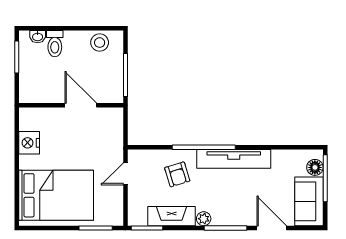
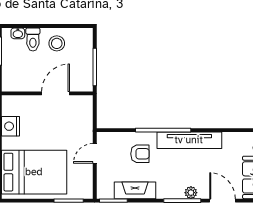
stool: (100, 43) -> (57, 43), moved
door: (81, 105) -> (56, 93), hinge flipped
armchair: (177, 174) -> (140, 154), turned -73
plant: (204, 219) -> (191, 193), moved

